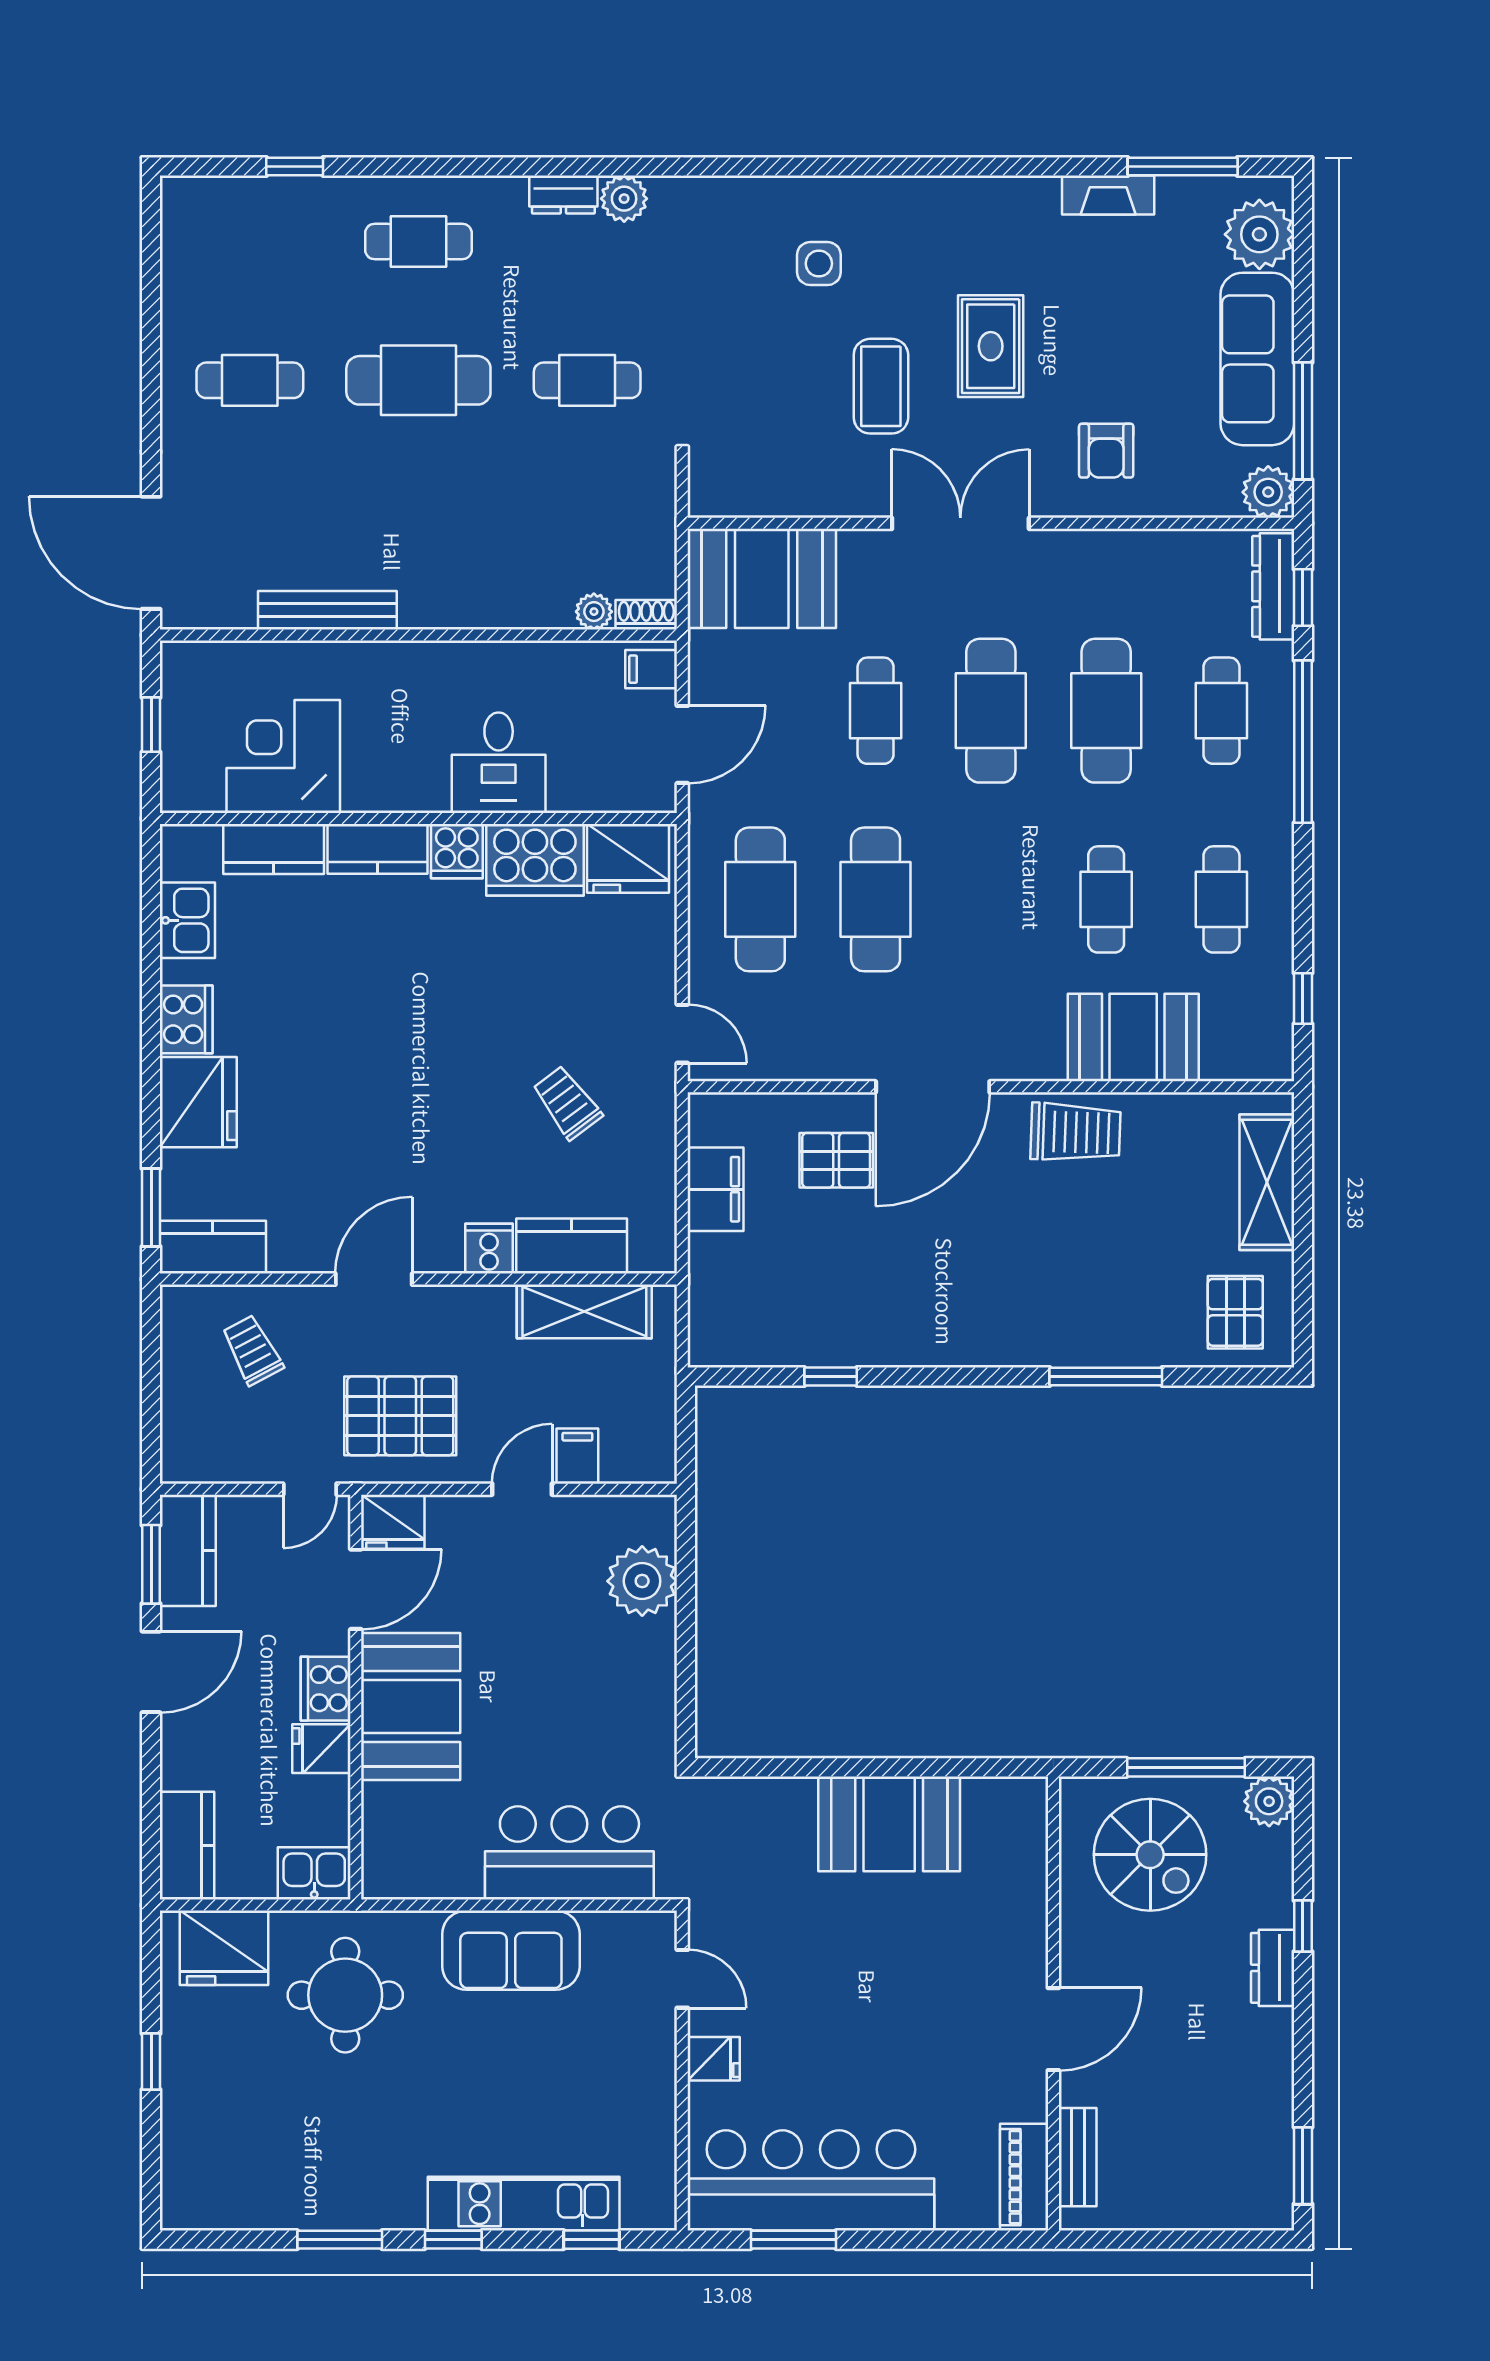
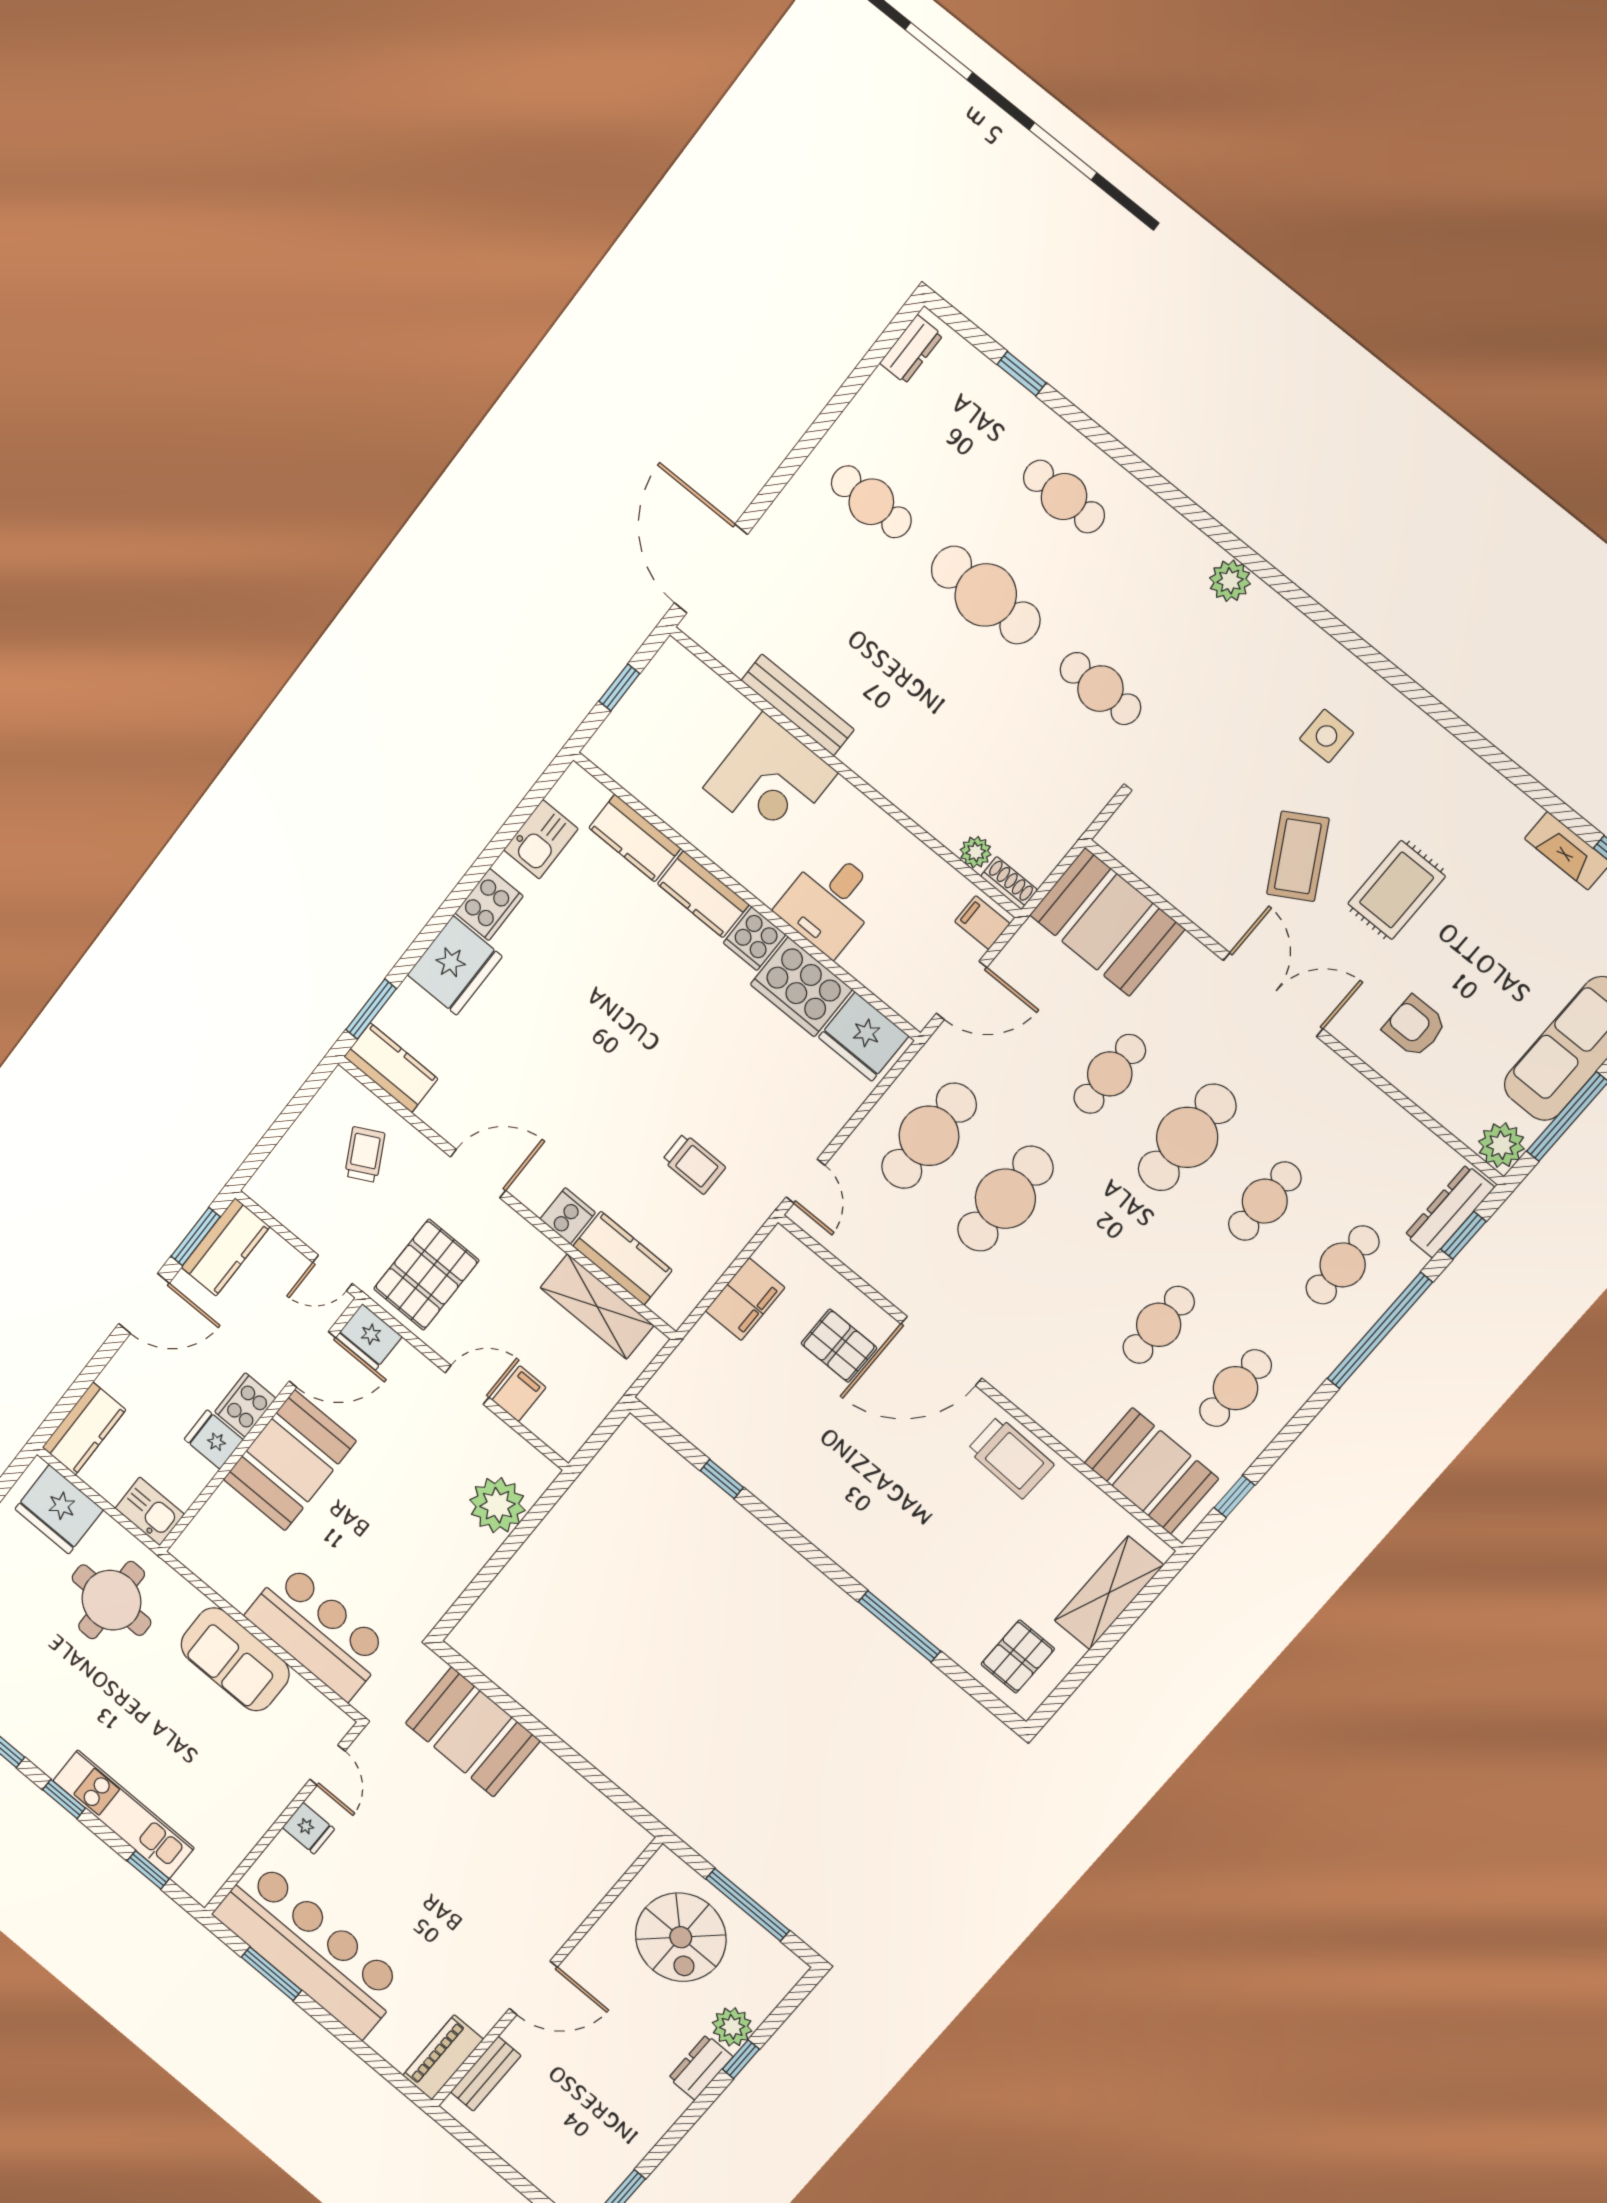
dresser: (563, 194) -> (911, 349), moved, turned -90
coffee table: (881, 386) -> (1298, 856), turned -30
armchair: (1106, 451) -> (1415, 1026), turned 90
cafe table: (1106, 711) -> (1265, 1201), width x0.73, depth x0.74
corner desk: (283, 756) -> (770, 780), moved, turned 180
booth: (1133, 1038) -> (1151, 1471), moved
trolley: (567, 1103) -> (694, 1164), turned 127
pallet: (400, 1416) -> (426, 1275), turned 90
plant: (1269, 1801) -> (732, 2027), moved
booth: (889, 1824) -> (473, 1732), moved

